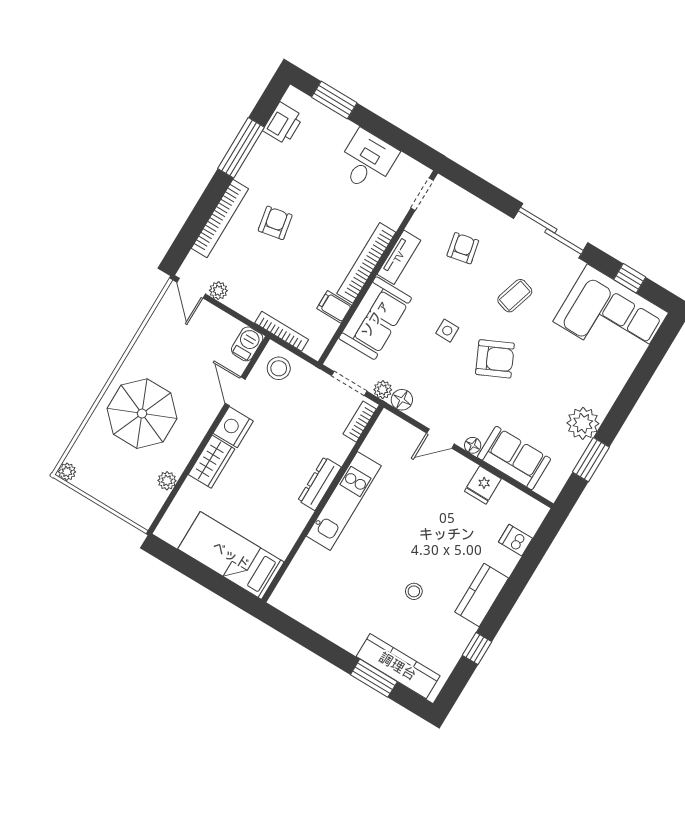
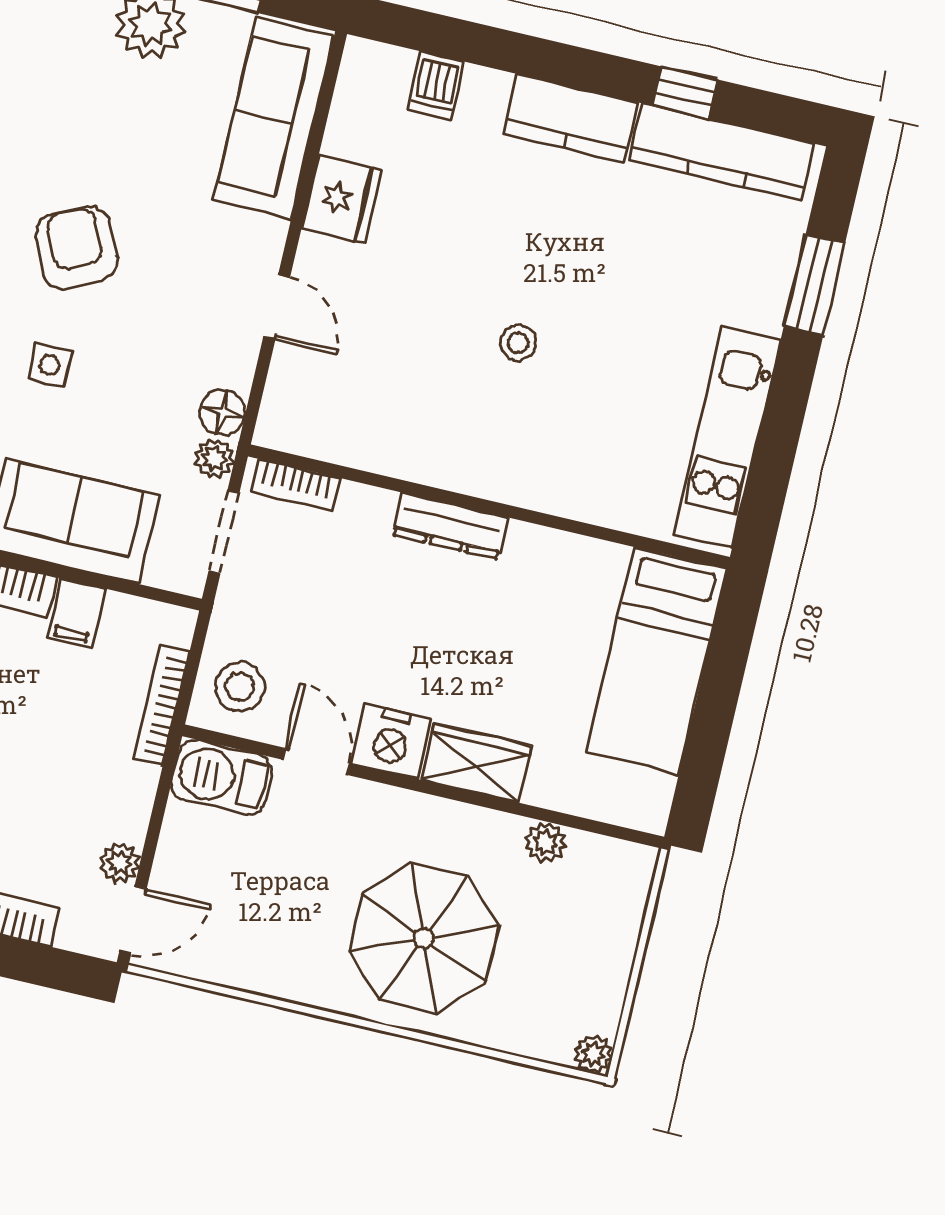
barbecue: (247, 344) -> (222, 777), width x1.38, depth x1.27
door: (235, 391) -> (316, 761), swing flipped
floor lamp: (473, 445) -> (269, 236), removed
sofa: (514, 458) -> (273, 118), width x1.36
fridge: (483, 485) -> (342, 199), width x1.38
kitchen unit: (344, 501) -> (727, 437), moved, turned -90
stool: (414, 591) -> (518, 343), moved
kitchen counter: (398, 666) -> (722, 152), moved, turned -90

